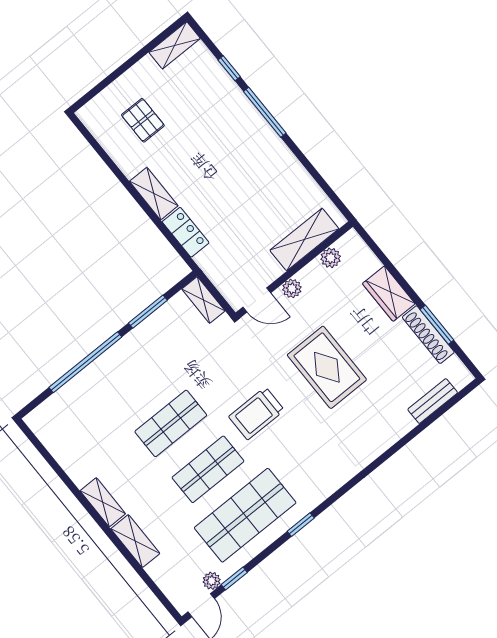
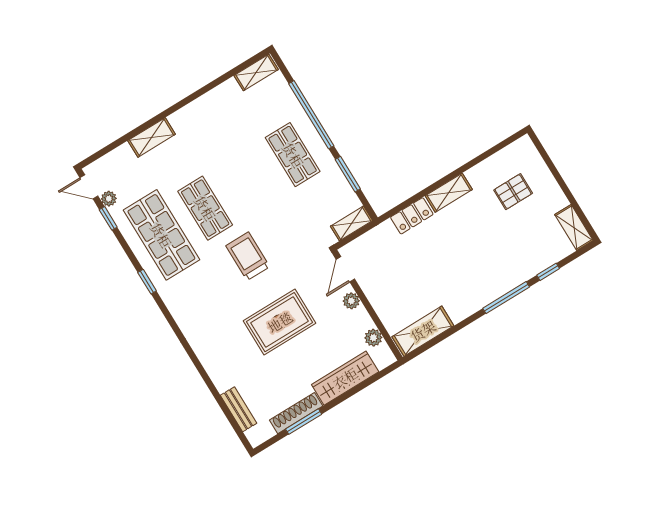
shelving: (304, 239) -> (423, 331), moved, turned 90
wardrobe: (389, 294) -> (345, 378), width x1.50
shop shelf: (171, 423) -> (293, 155), moved
shelving: (103, 502) -> (256, 73), moved

